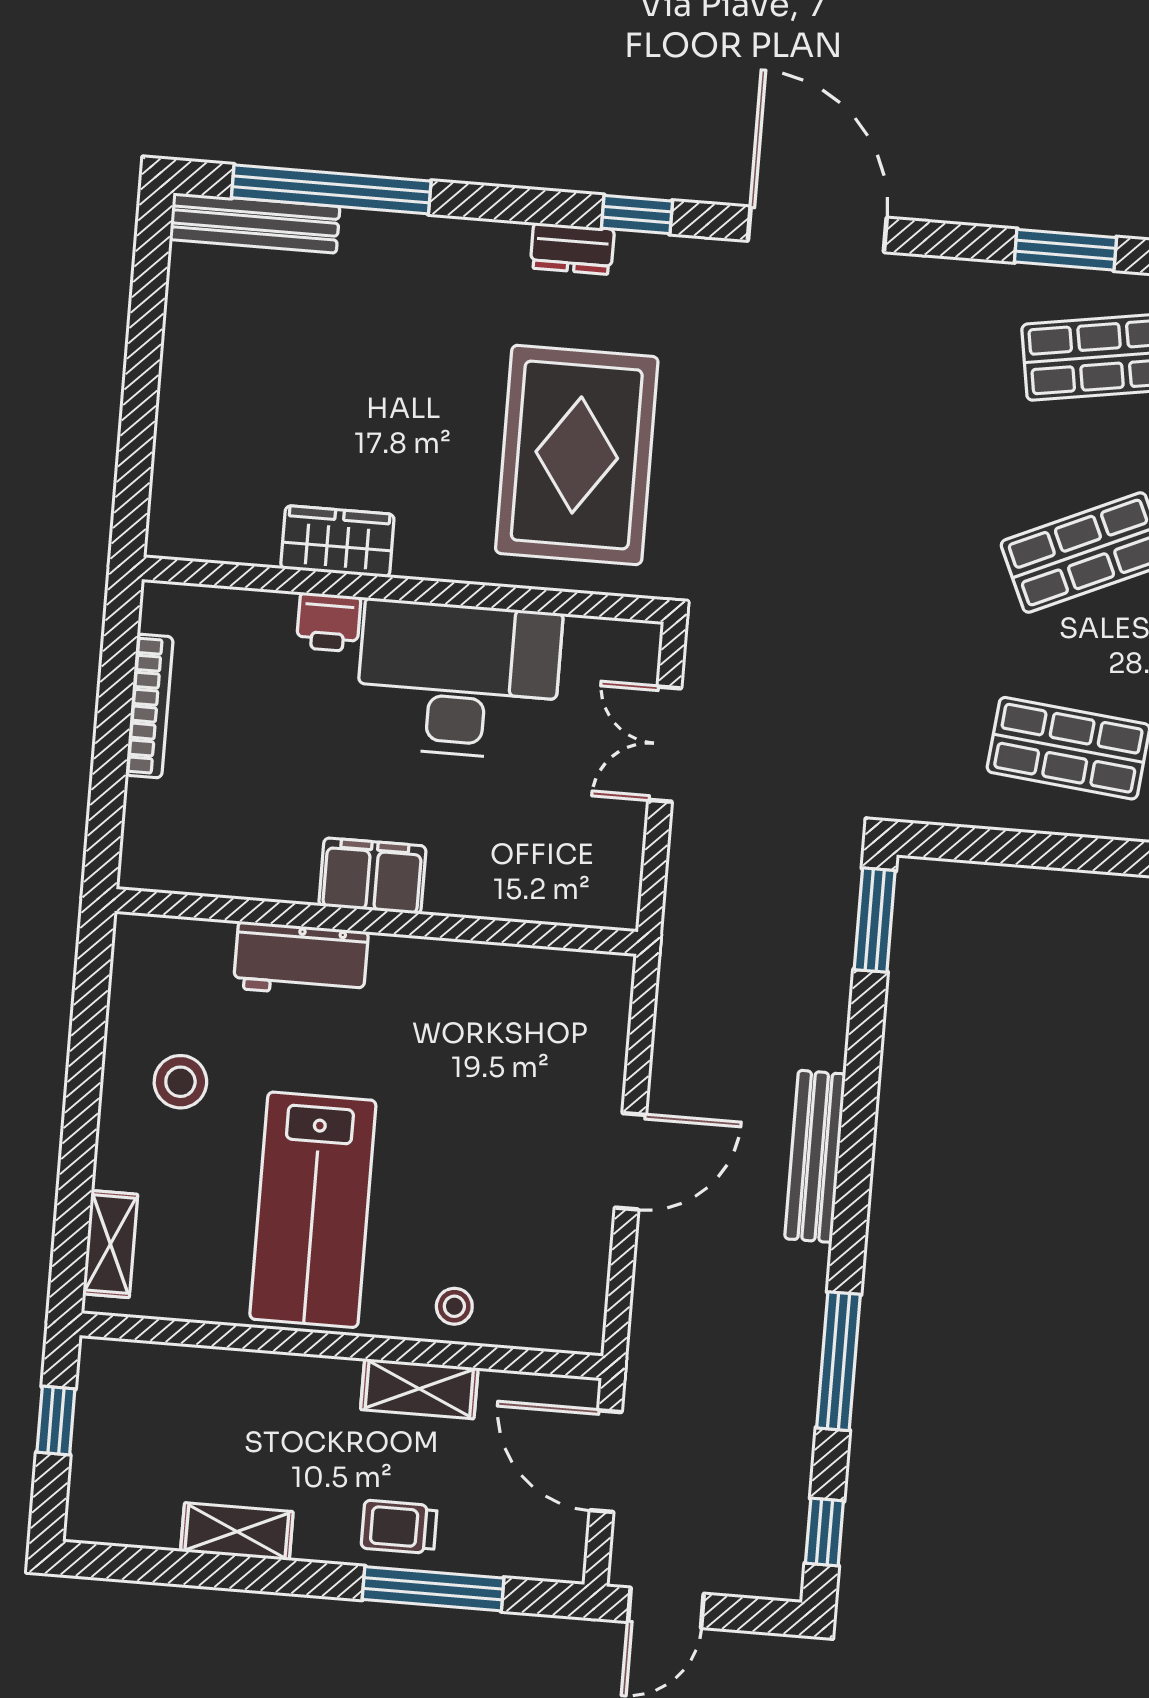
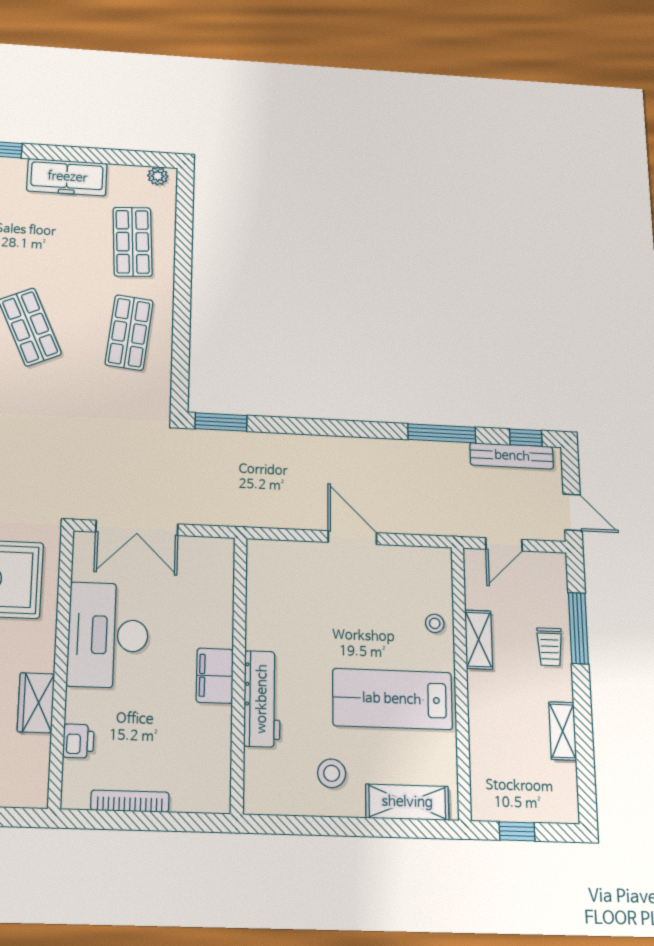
printer: (329, 622) -> (78, 741), moved
double door: (665, 744) -> (137, 528), width x1.37
workbench: (301, 960) -> (262, 699), width x1.38
bench: (815, 1156) -> (512, 456), moved
lab bench: (313, 1210) -> (392, 699), turned 180
shelving: (110, 1244) -> (407, 802), width x1.50, depth x1.33
door: (606, 1461) -> (504, 544), width x0.73

